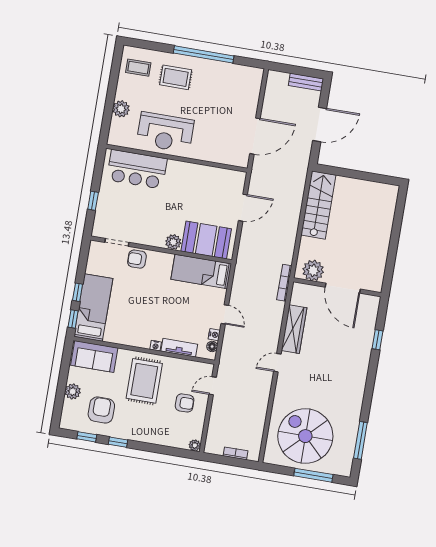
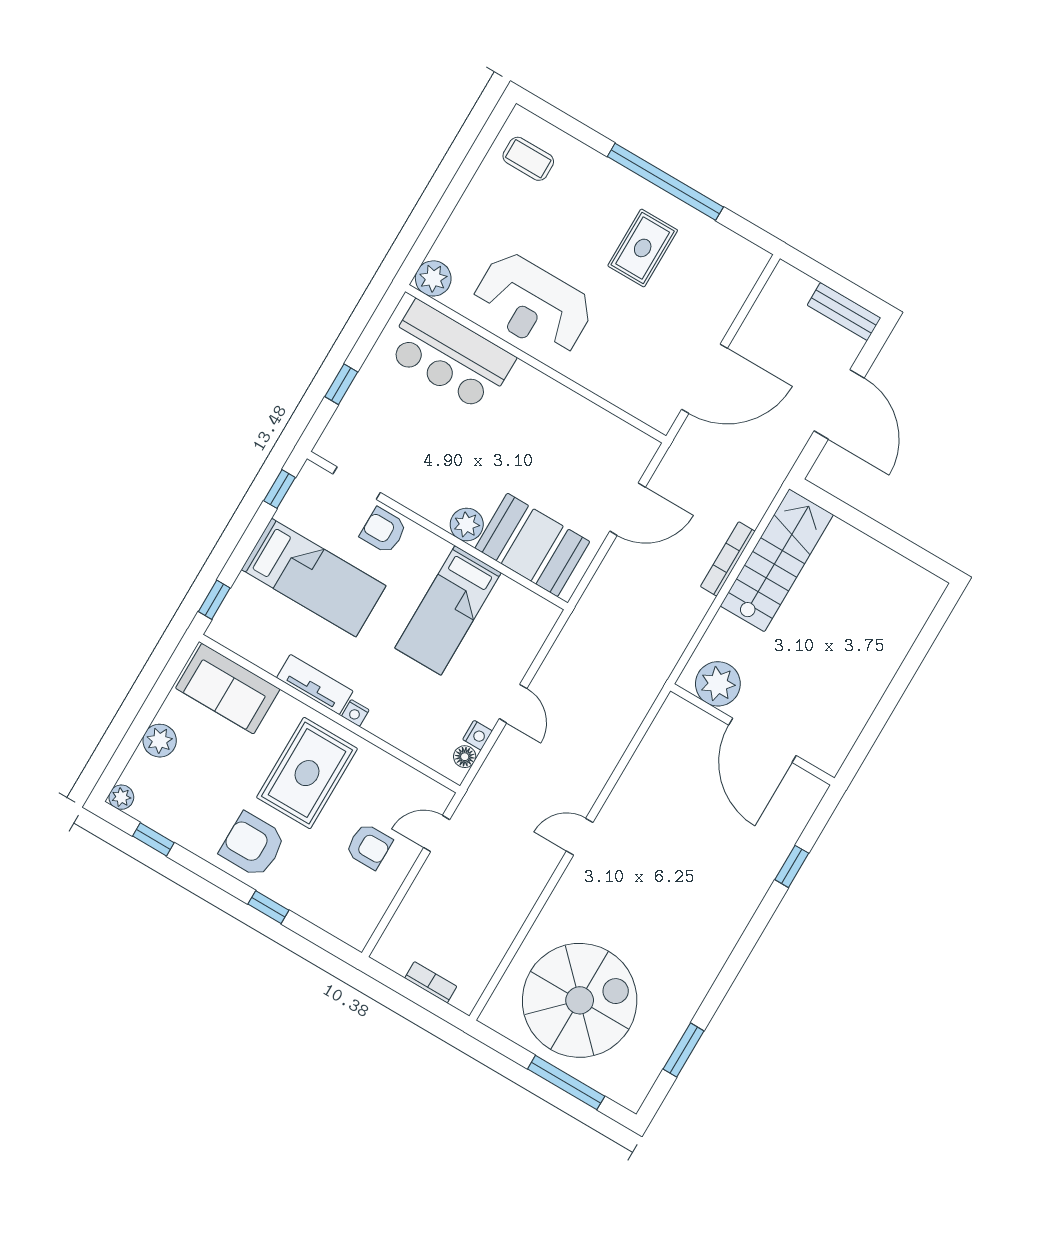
rug: (176, 77) -> (643, 248), moved, turned 90
plant: (121, 109) -> (433, 278), moved
door: (320, 125) -> (839, 404), hinge flipped
bed: (201, 272) -> (448, 610), moved, turned -90
bookcase: (284, 283) -> (728, 559), moved
window: (78, 292) -> (279, 489), moved
bed: (93, 308) -> (314, 578), moved, turned 90
wardrobe: (294, 329) -> (637, 784), removed
tv unit: (179, 348) -> (315, 685), moved
armchair: (101, 410) -> (253, 845), moved, turned -90
spiral stairs: (305, 436) -> (580, 1000), turned 90
window: (360, 440) -> (684, 1050), width x0.69
window: (118, 442) -> (268, 907), moved
plant: (195, 445) -> (121, 797), moved

